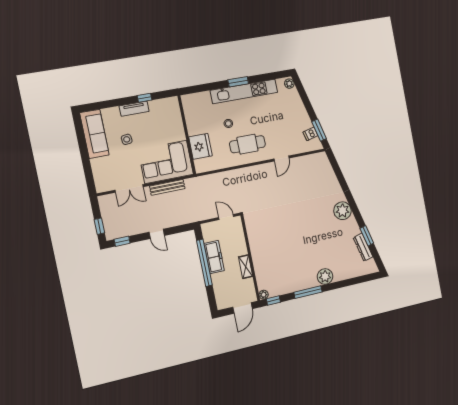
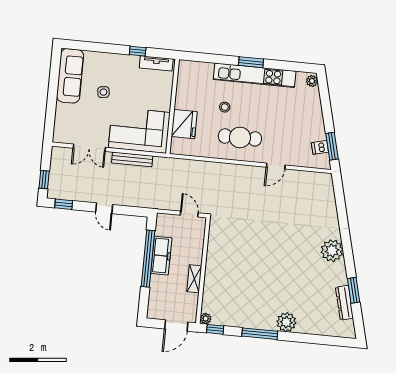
tv unit: (134, 109) -> (156, 63), moved

